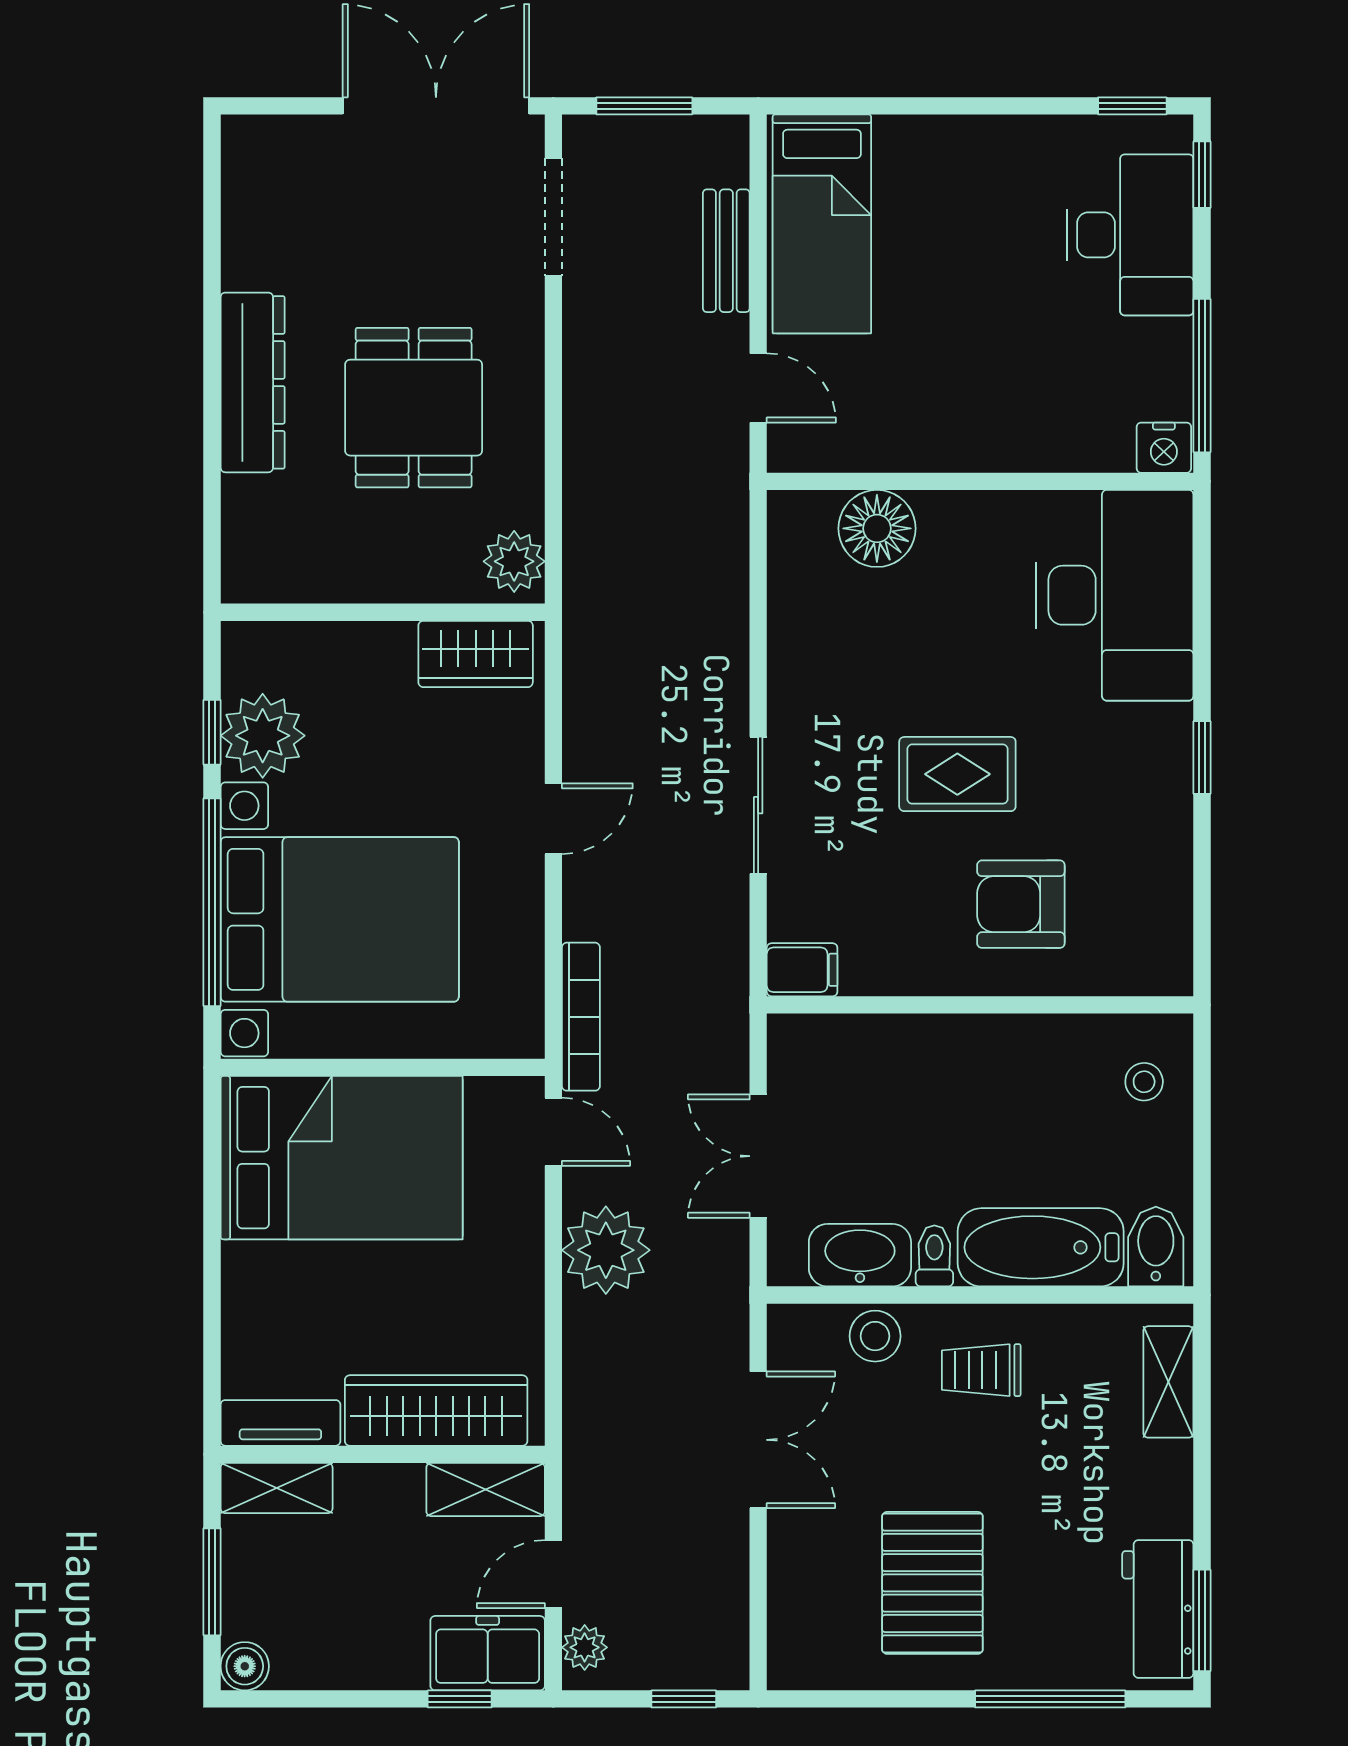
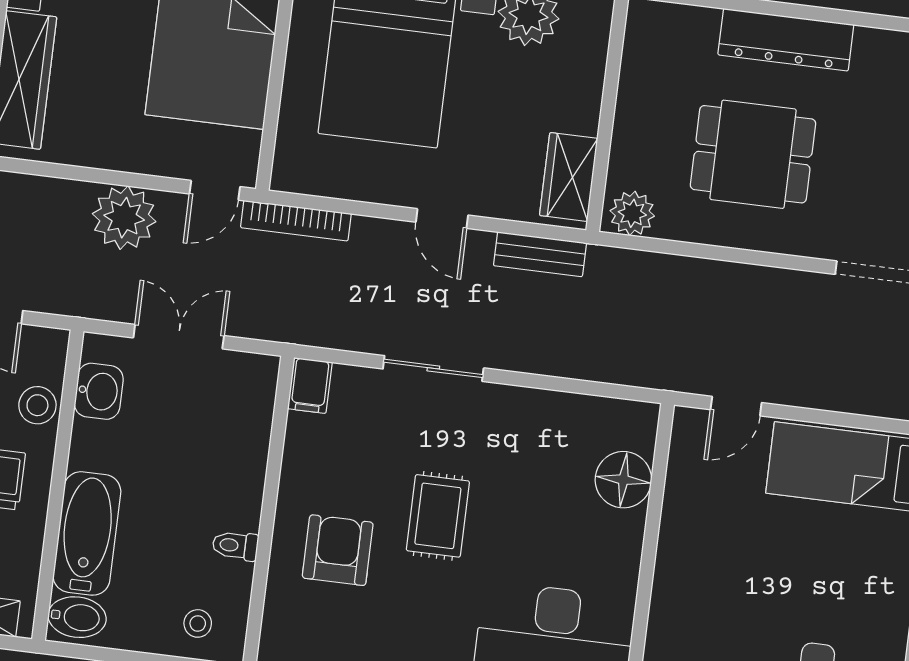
bench: (726, 251) -> (540, 254), moved
washbasin: (860, 1255) -> (99, 391), width x0.72
toilet: (934, 1256) -> (235, 546), moved, turned 180

